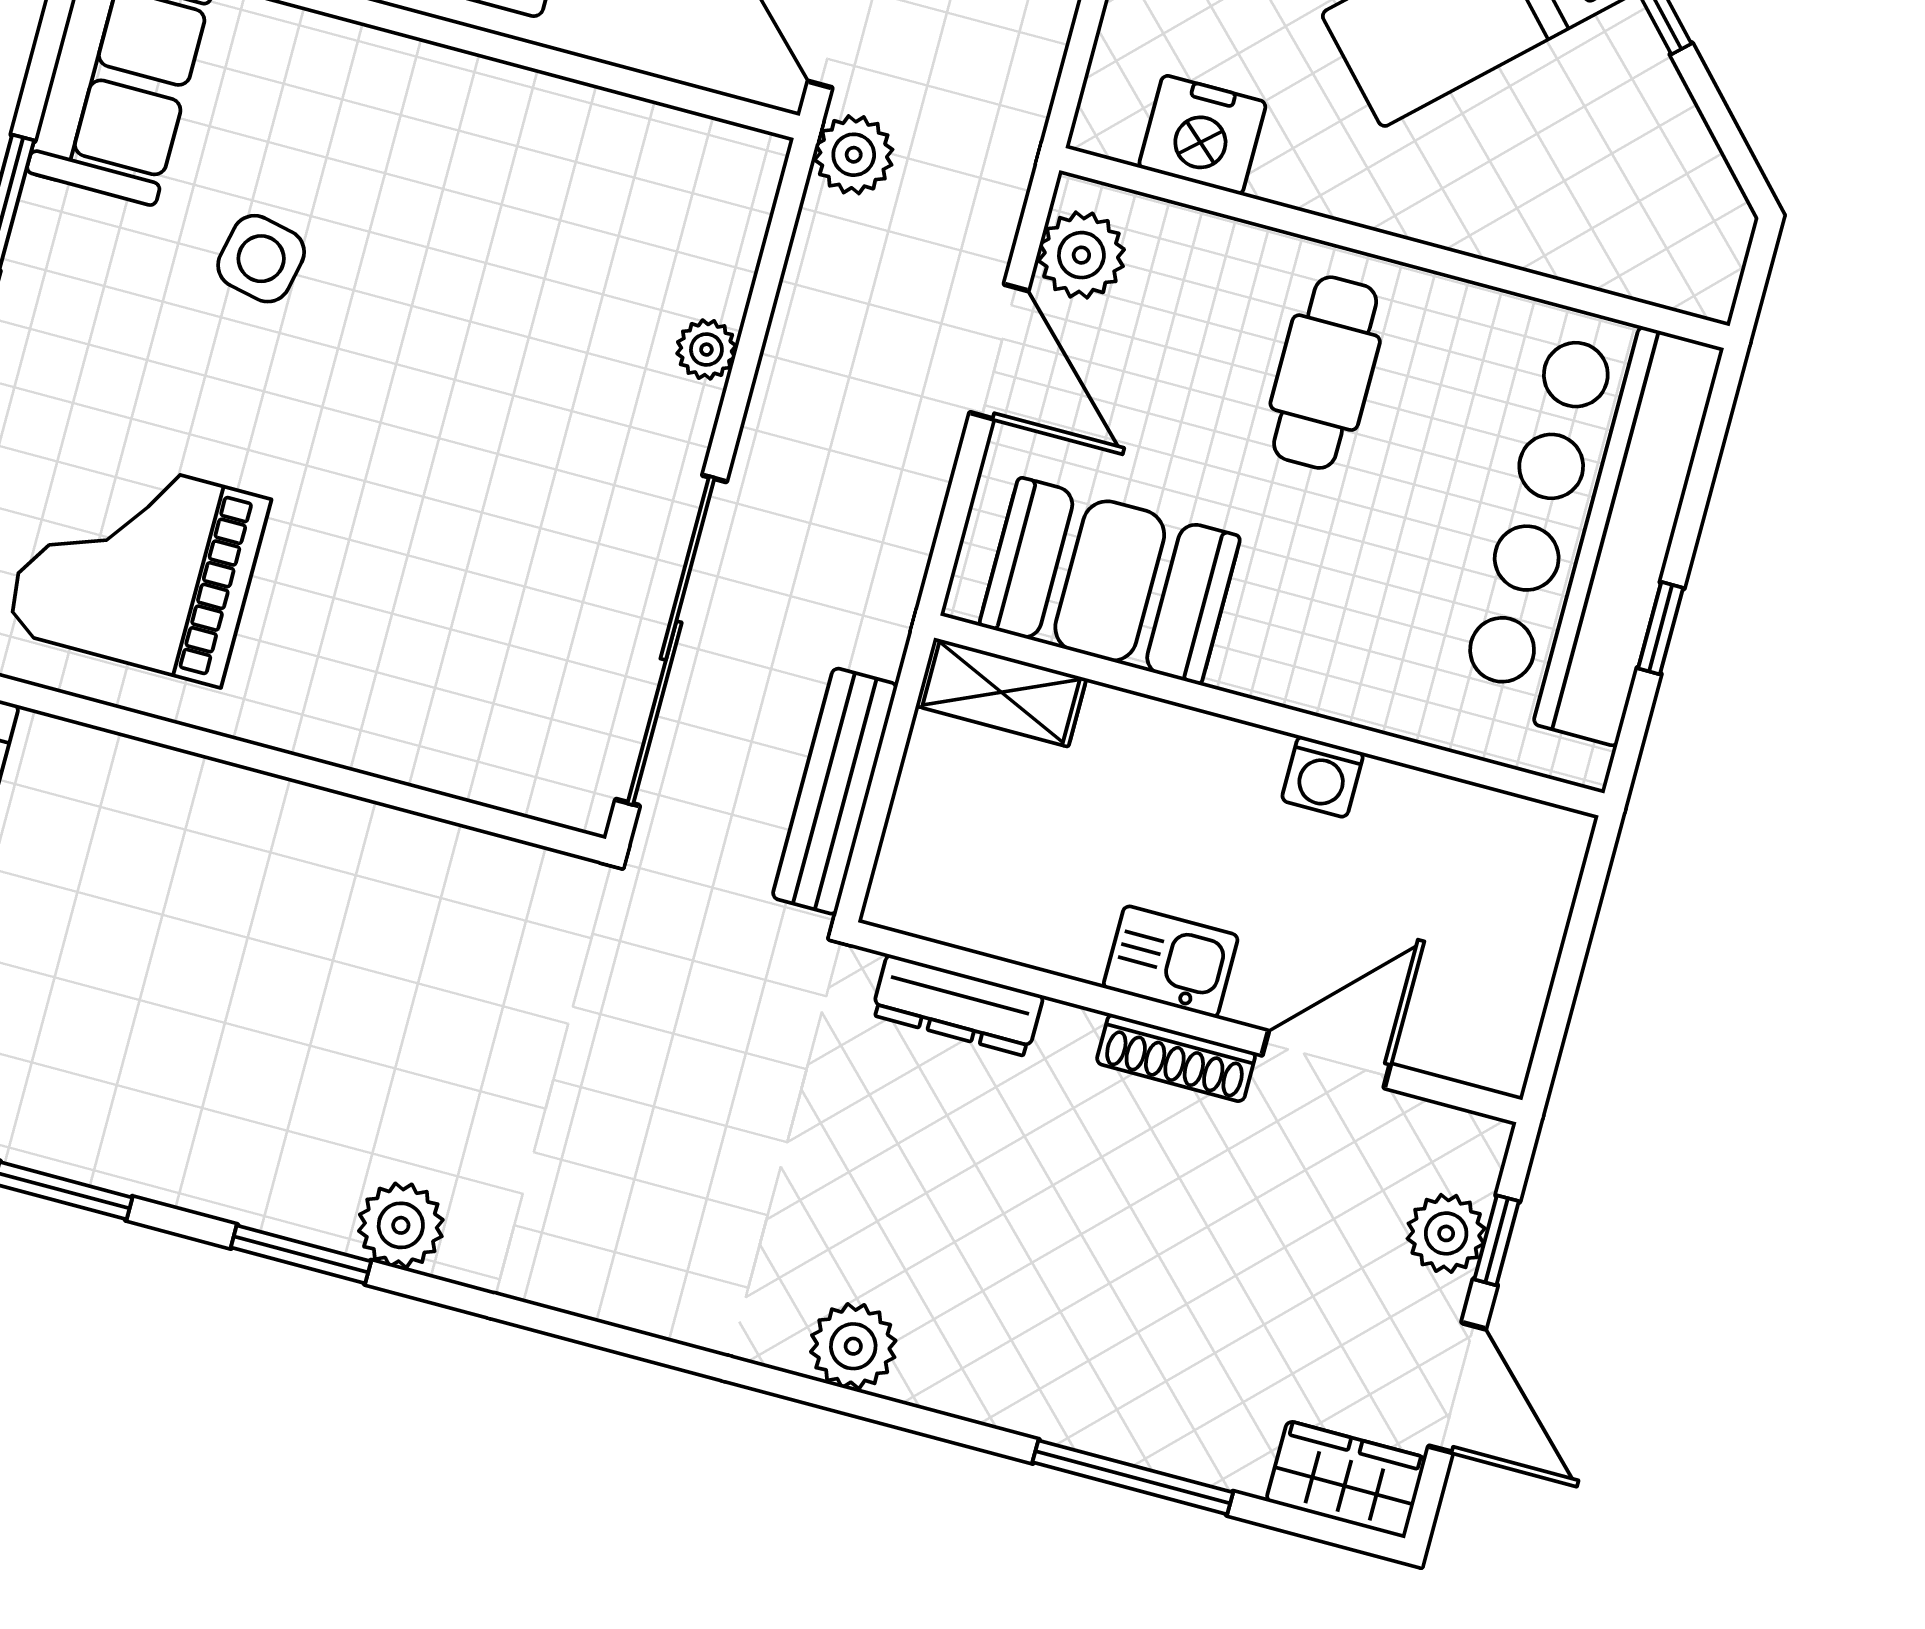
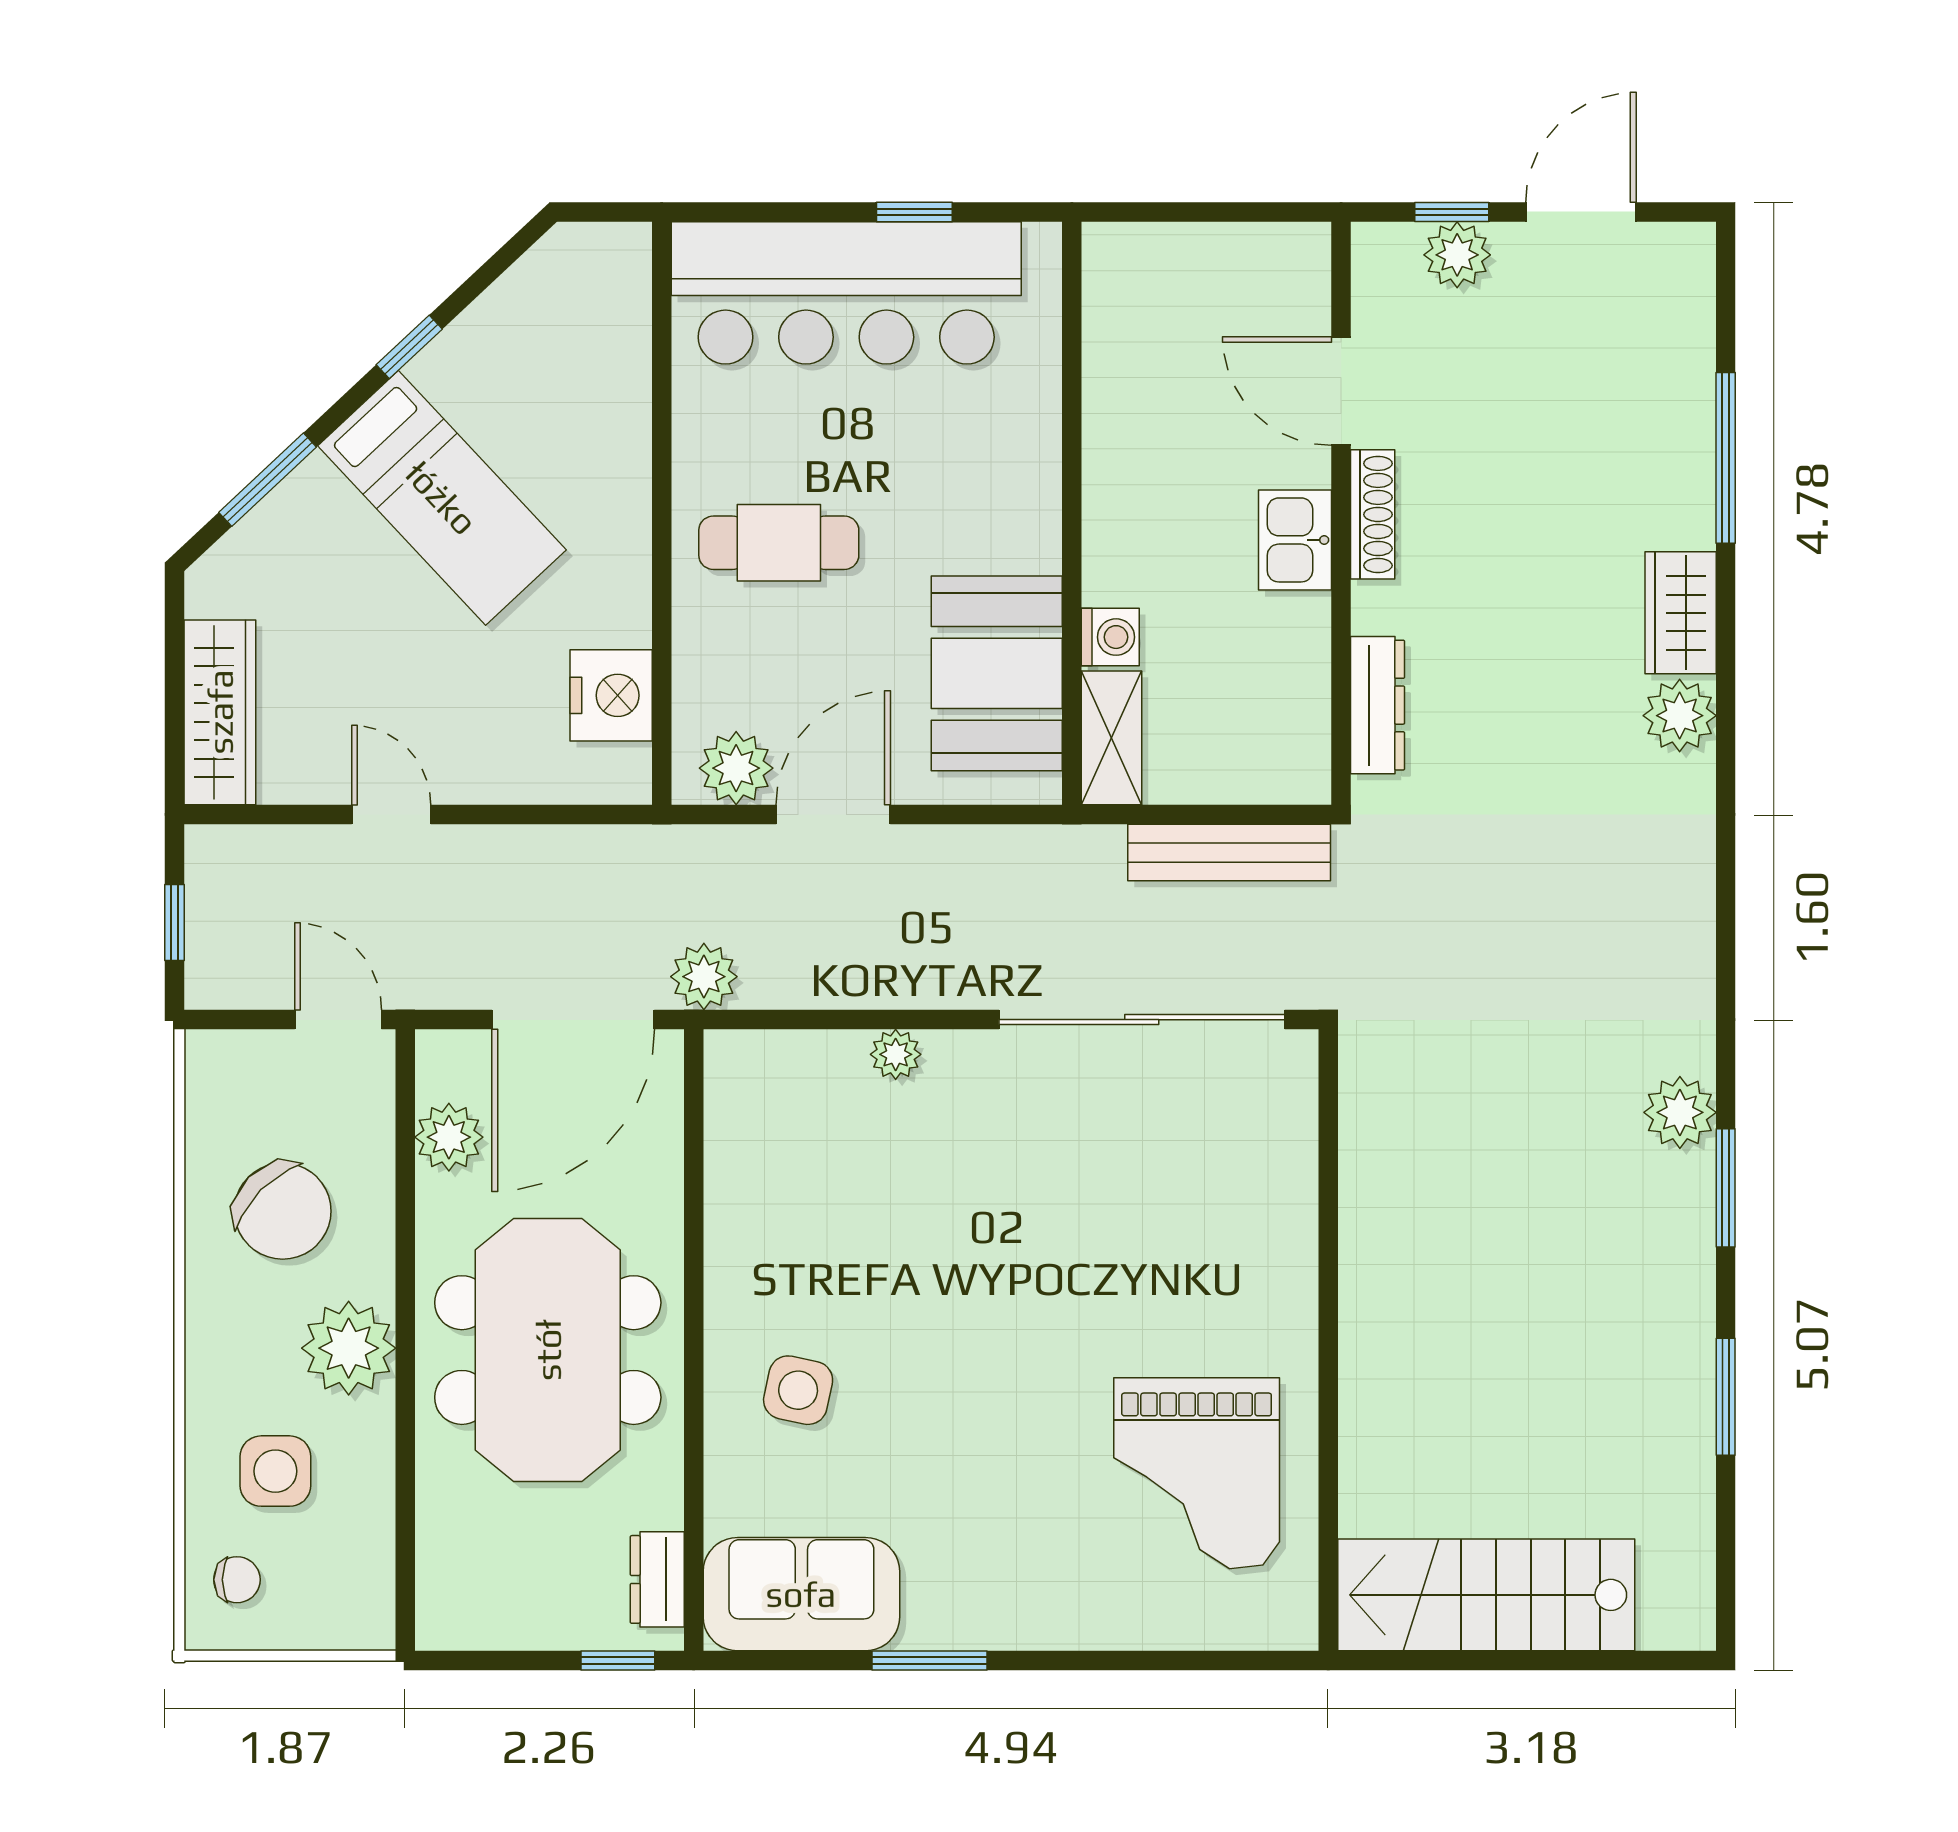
side table: (261, 259) -> (798, 1390), moved
washing machine: (1323, 777) -> (1110, 637), moved
wardrobe: (1346, 1479) -> (1681, 613), moved

